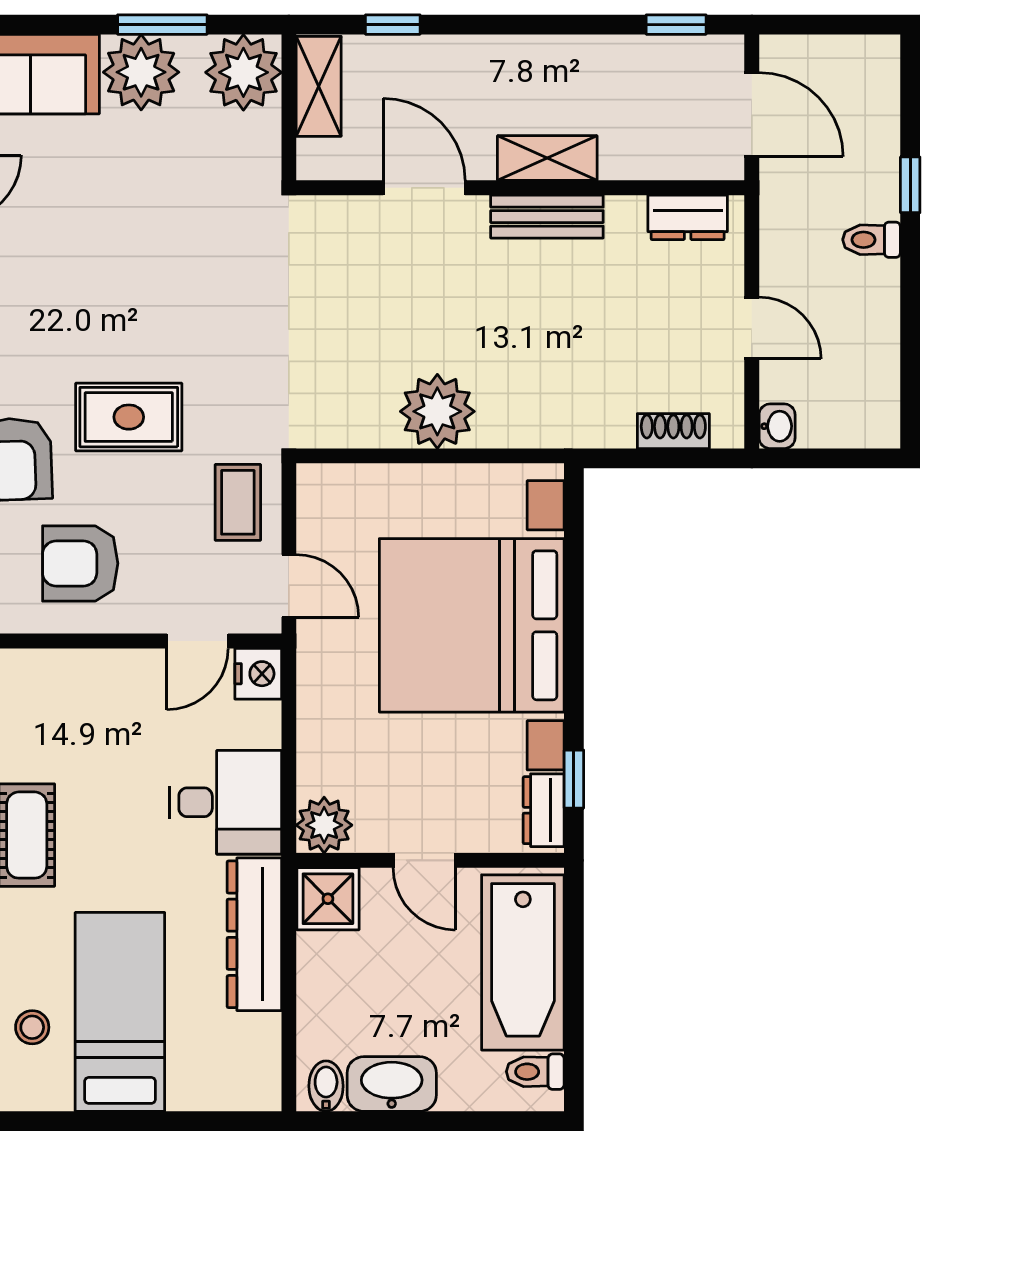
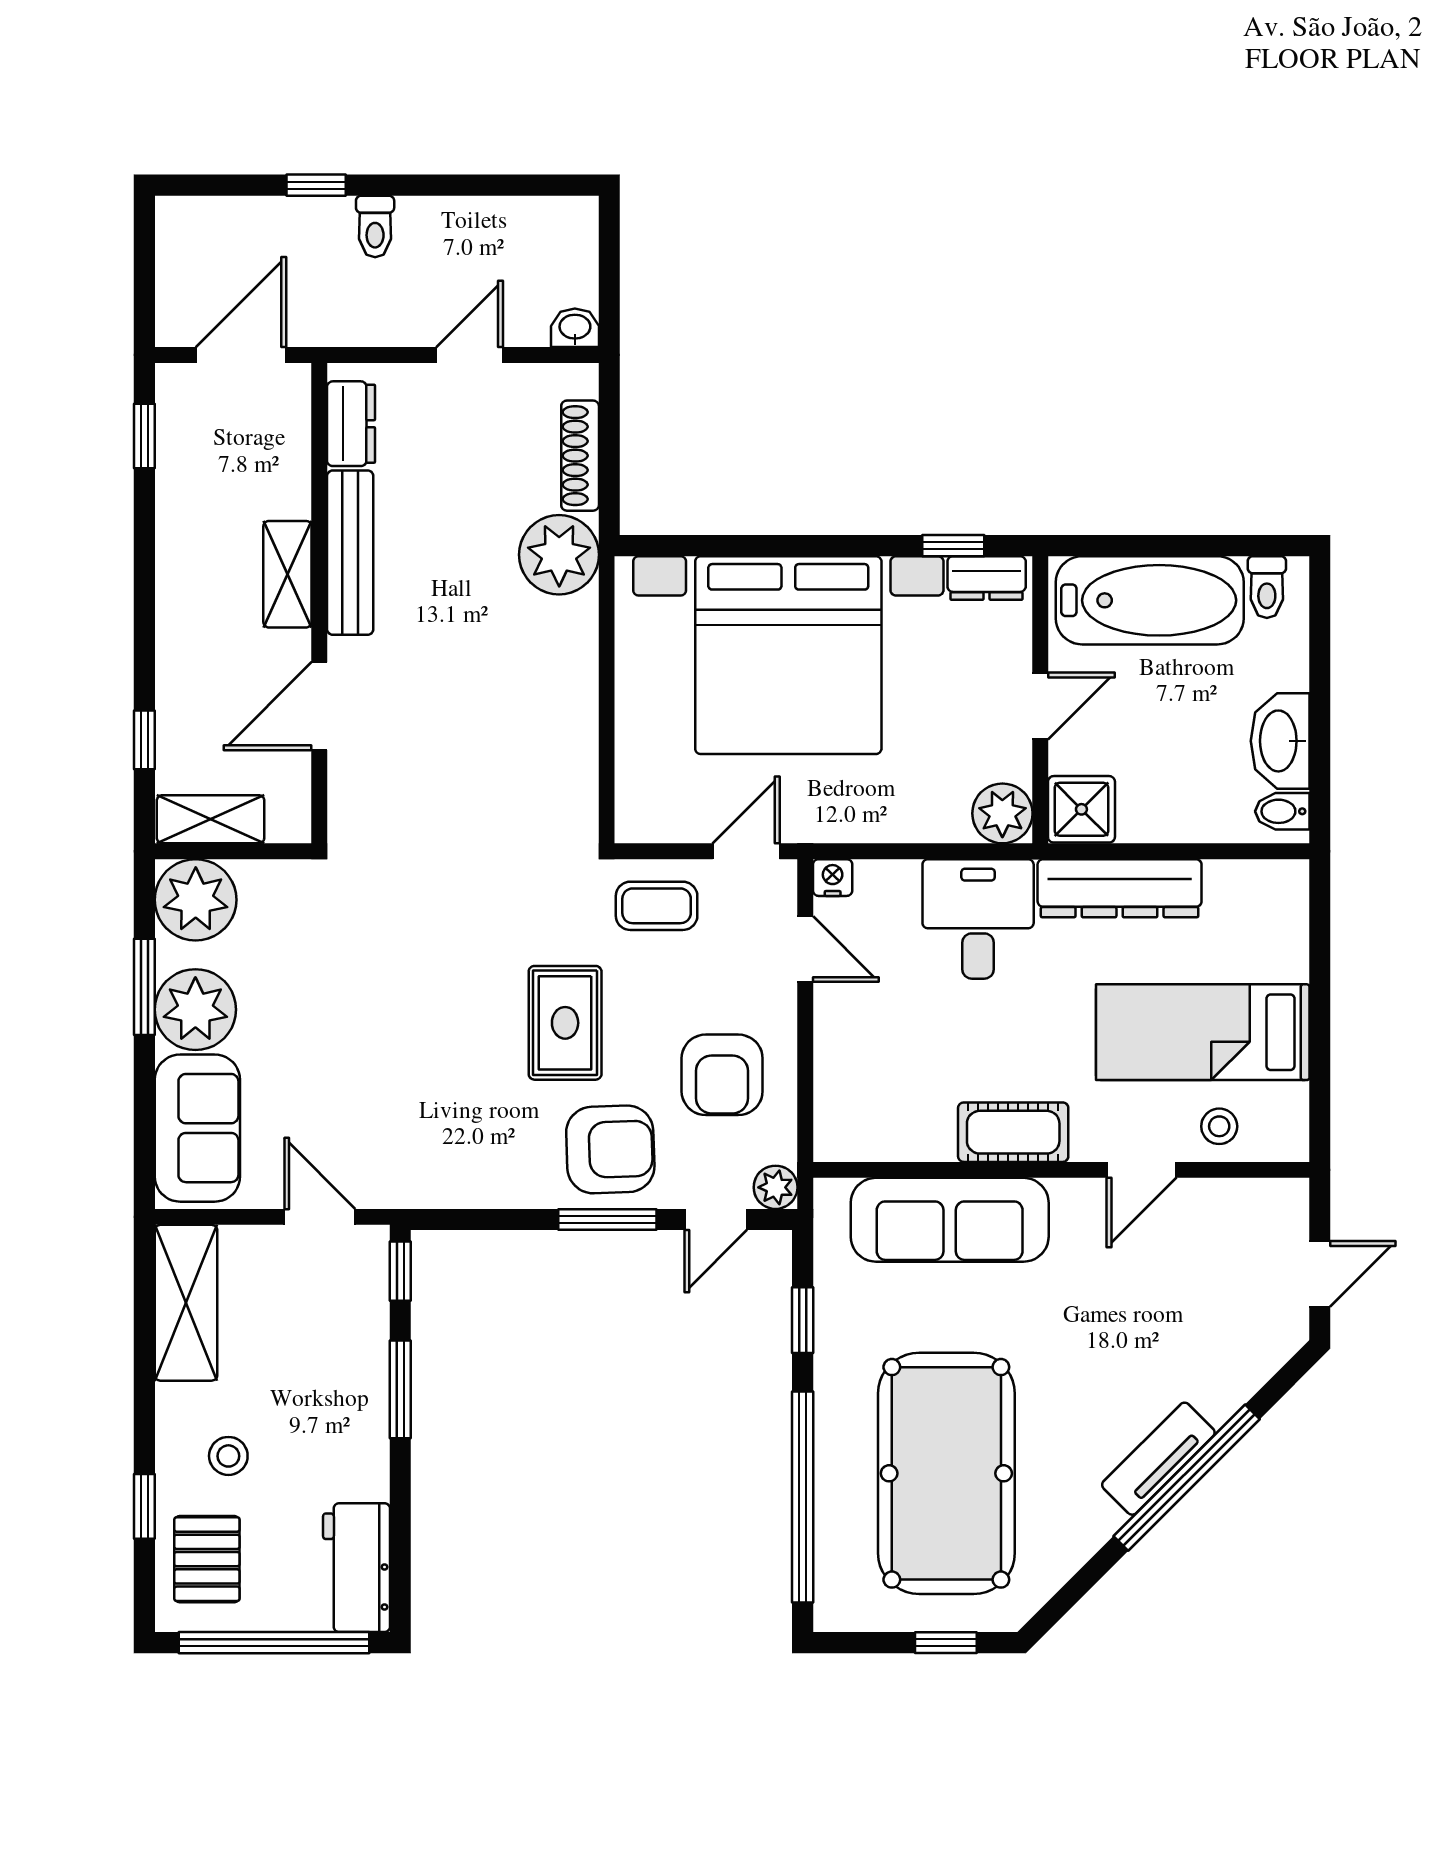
bench: (547, 217) -> (350, 553), width x1.36
plant: (437, 411) -> (559, 555), moved
shoe rack: (673, 431) -> (580, 456), width x1.43
nightstand: (258, 674) -> (833, 878), width x0.72, depth x0.74

